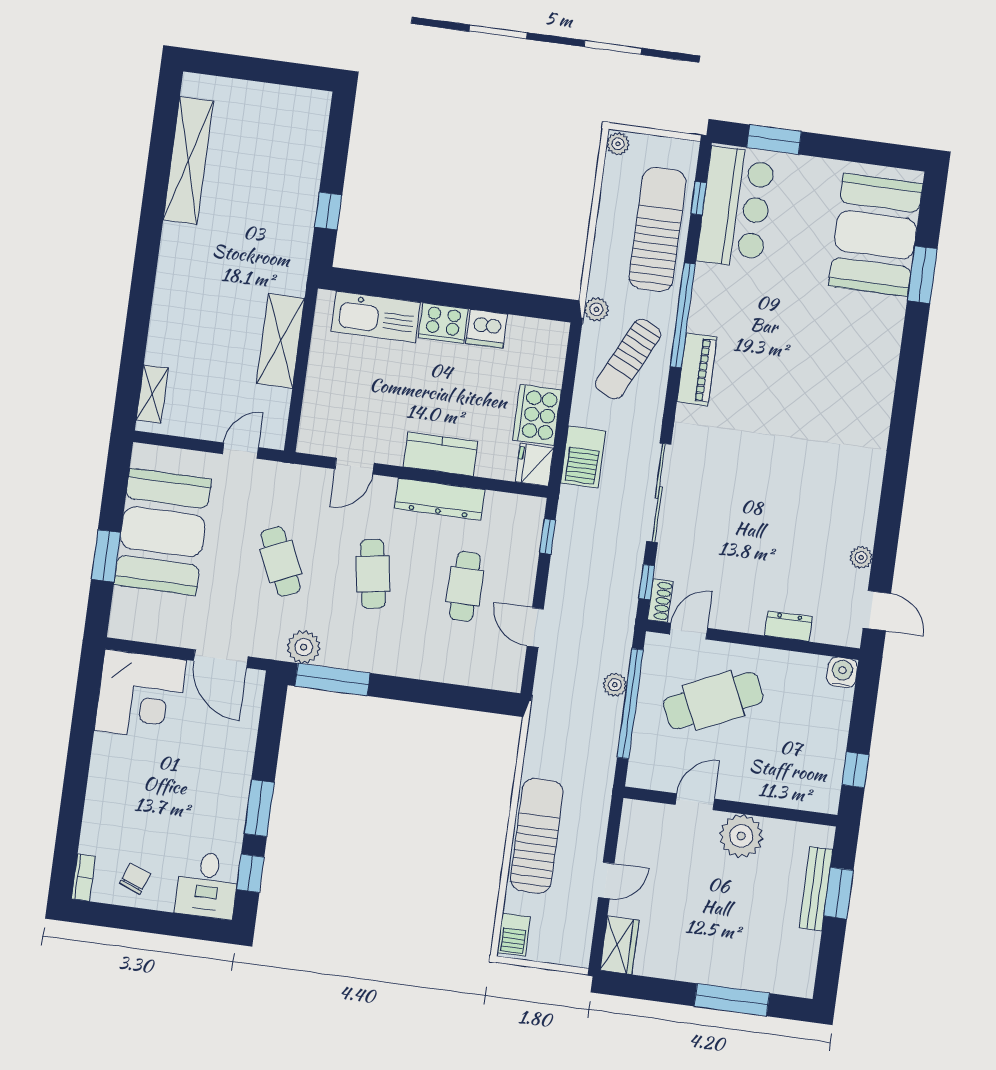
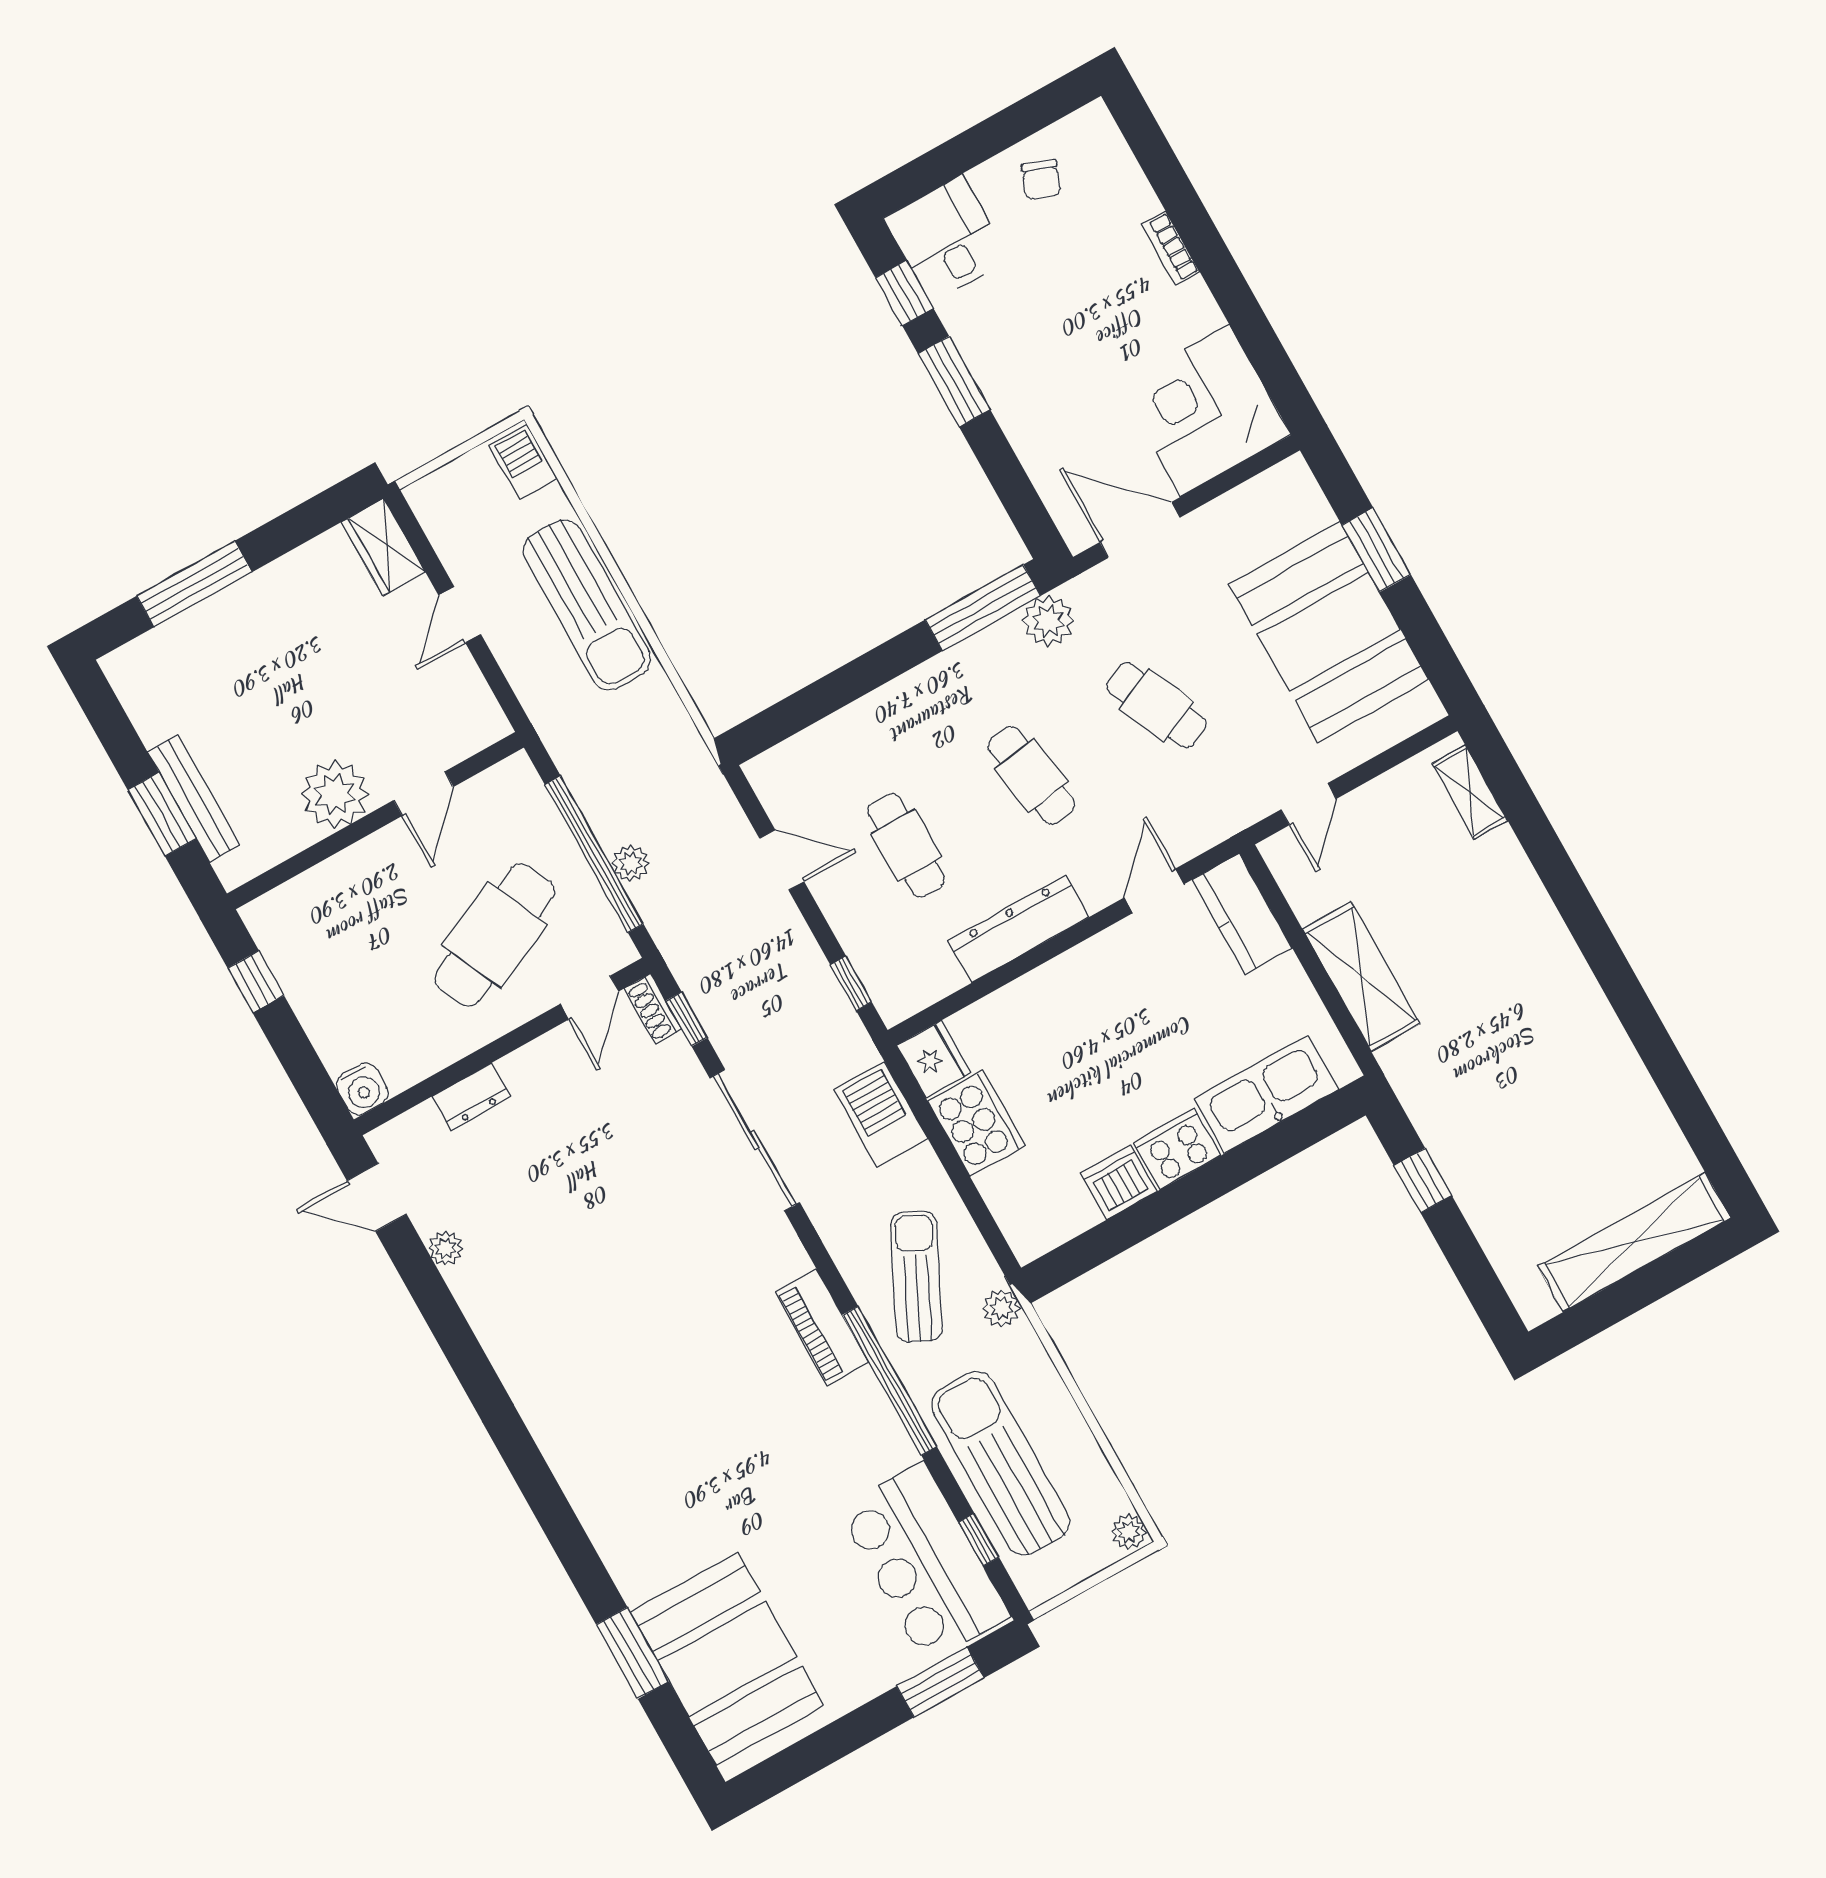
shelving: (188, 161) -> (1634, 1242), moved, turned 90
sun lounger: (658, 229) -> (1000, 1463), turned 180
kitchen counter: (441, 454) -> (1242, 914), moved, turned 90
bookcase: (83, 877) -> (1171, 248), moved

